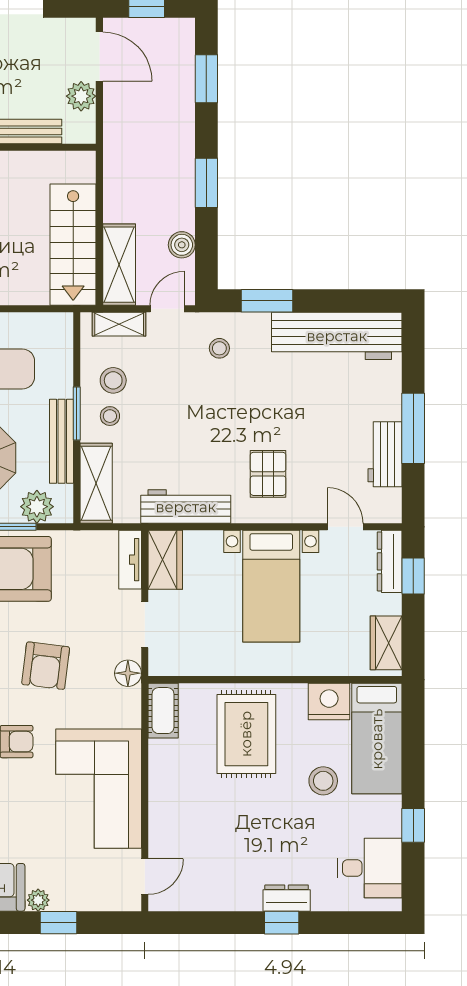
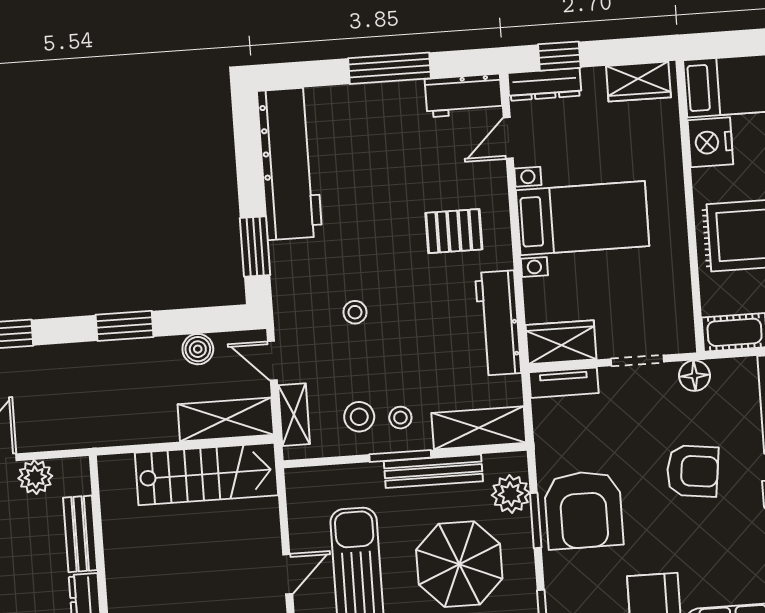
stool: (219, 348) -> (355, 312), moved
workbench: (385, 454) -> (464, 95), moved

